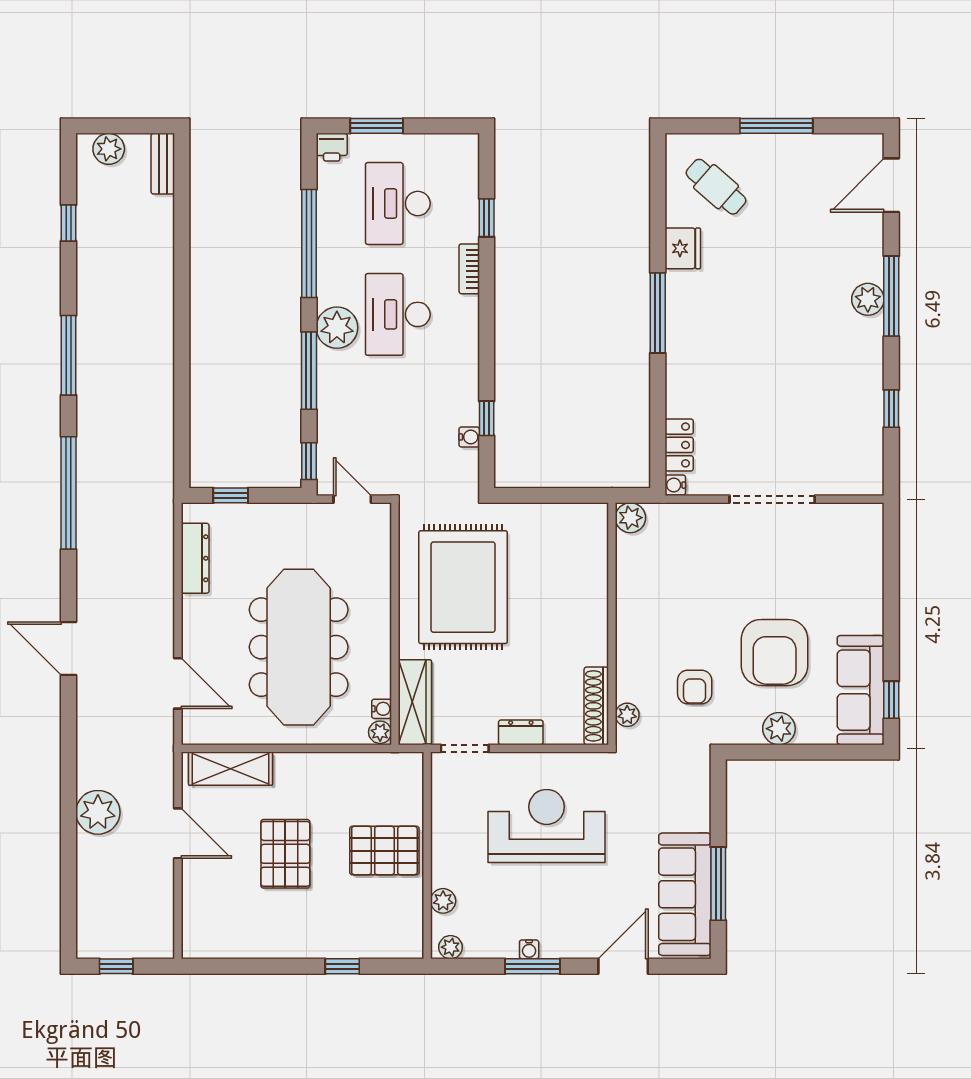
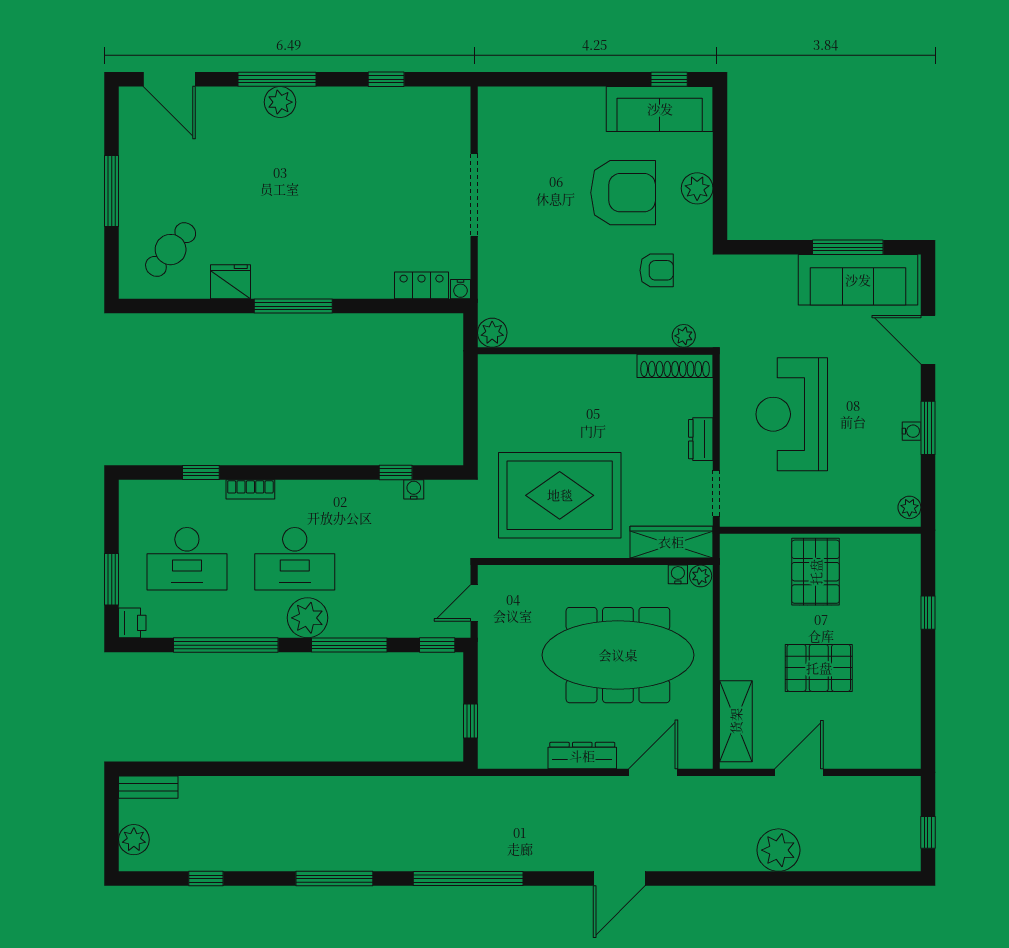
dresser: (195, 558) -> (582, 756), moved
plant: (443, 901) -> (864, 515), removed

